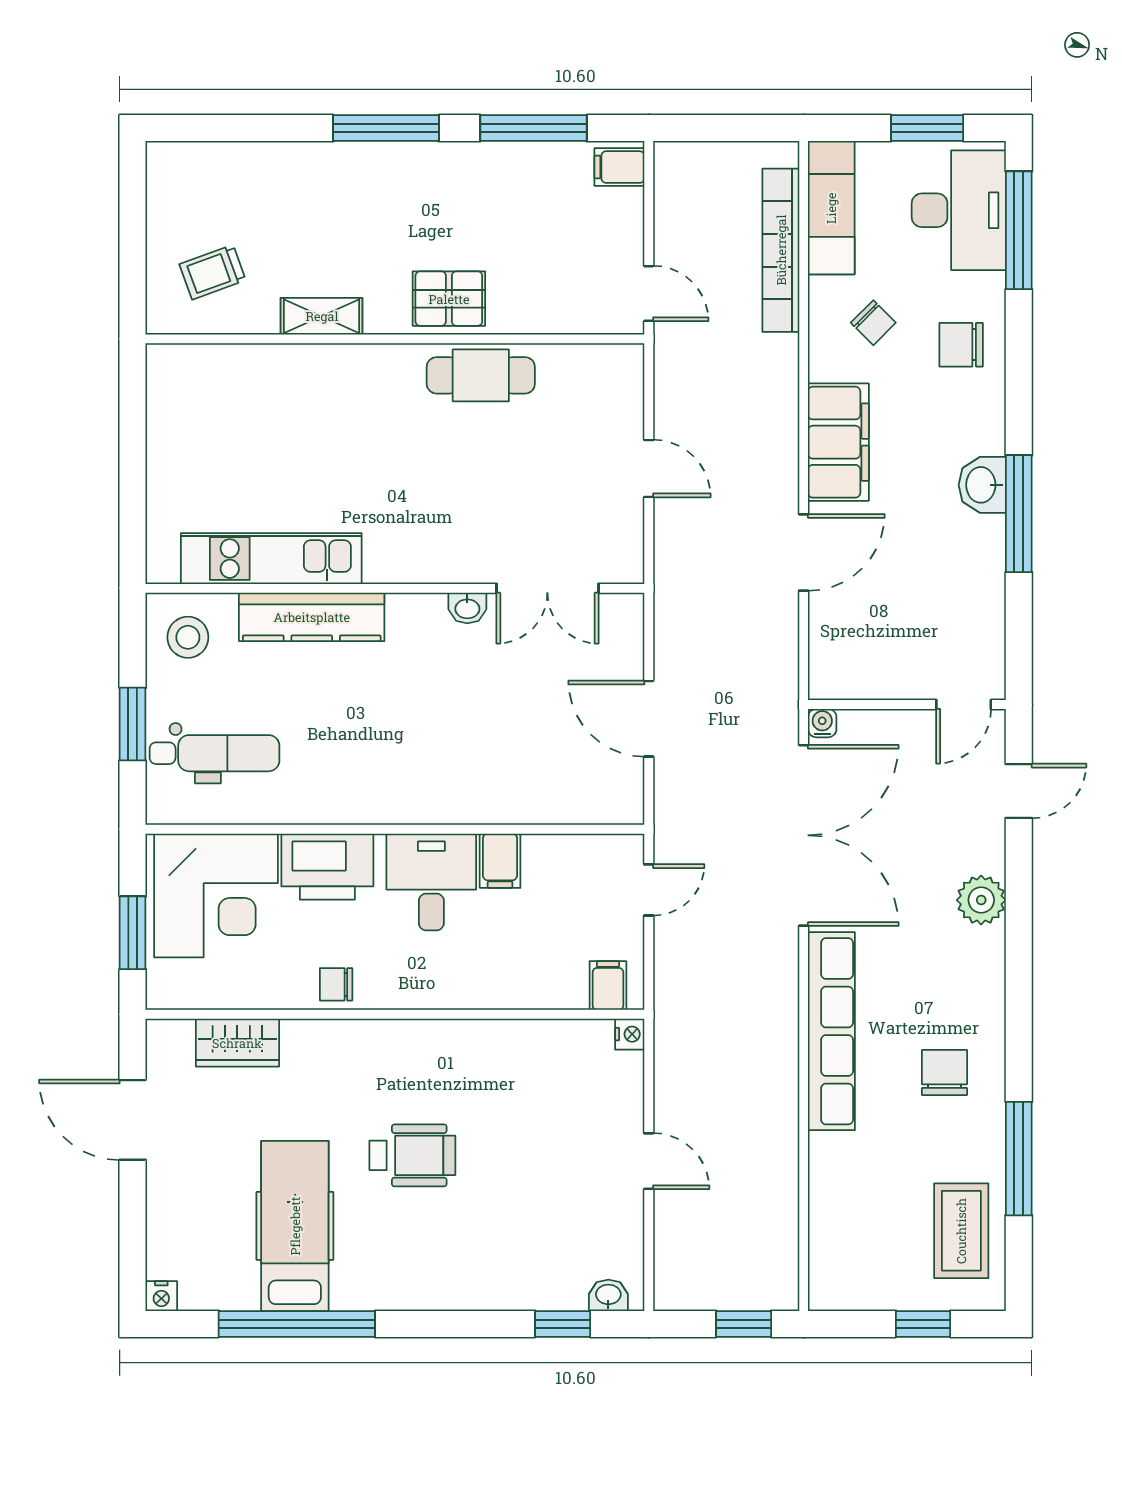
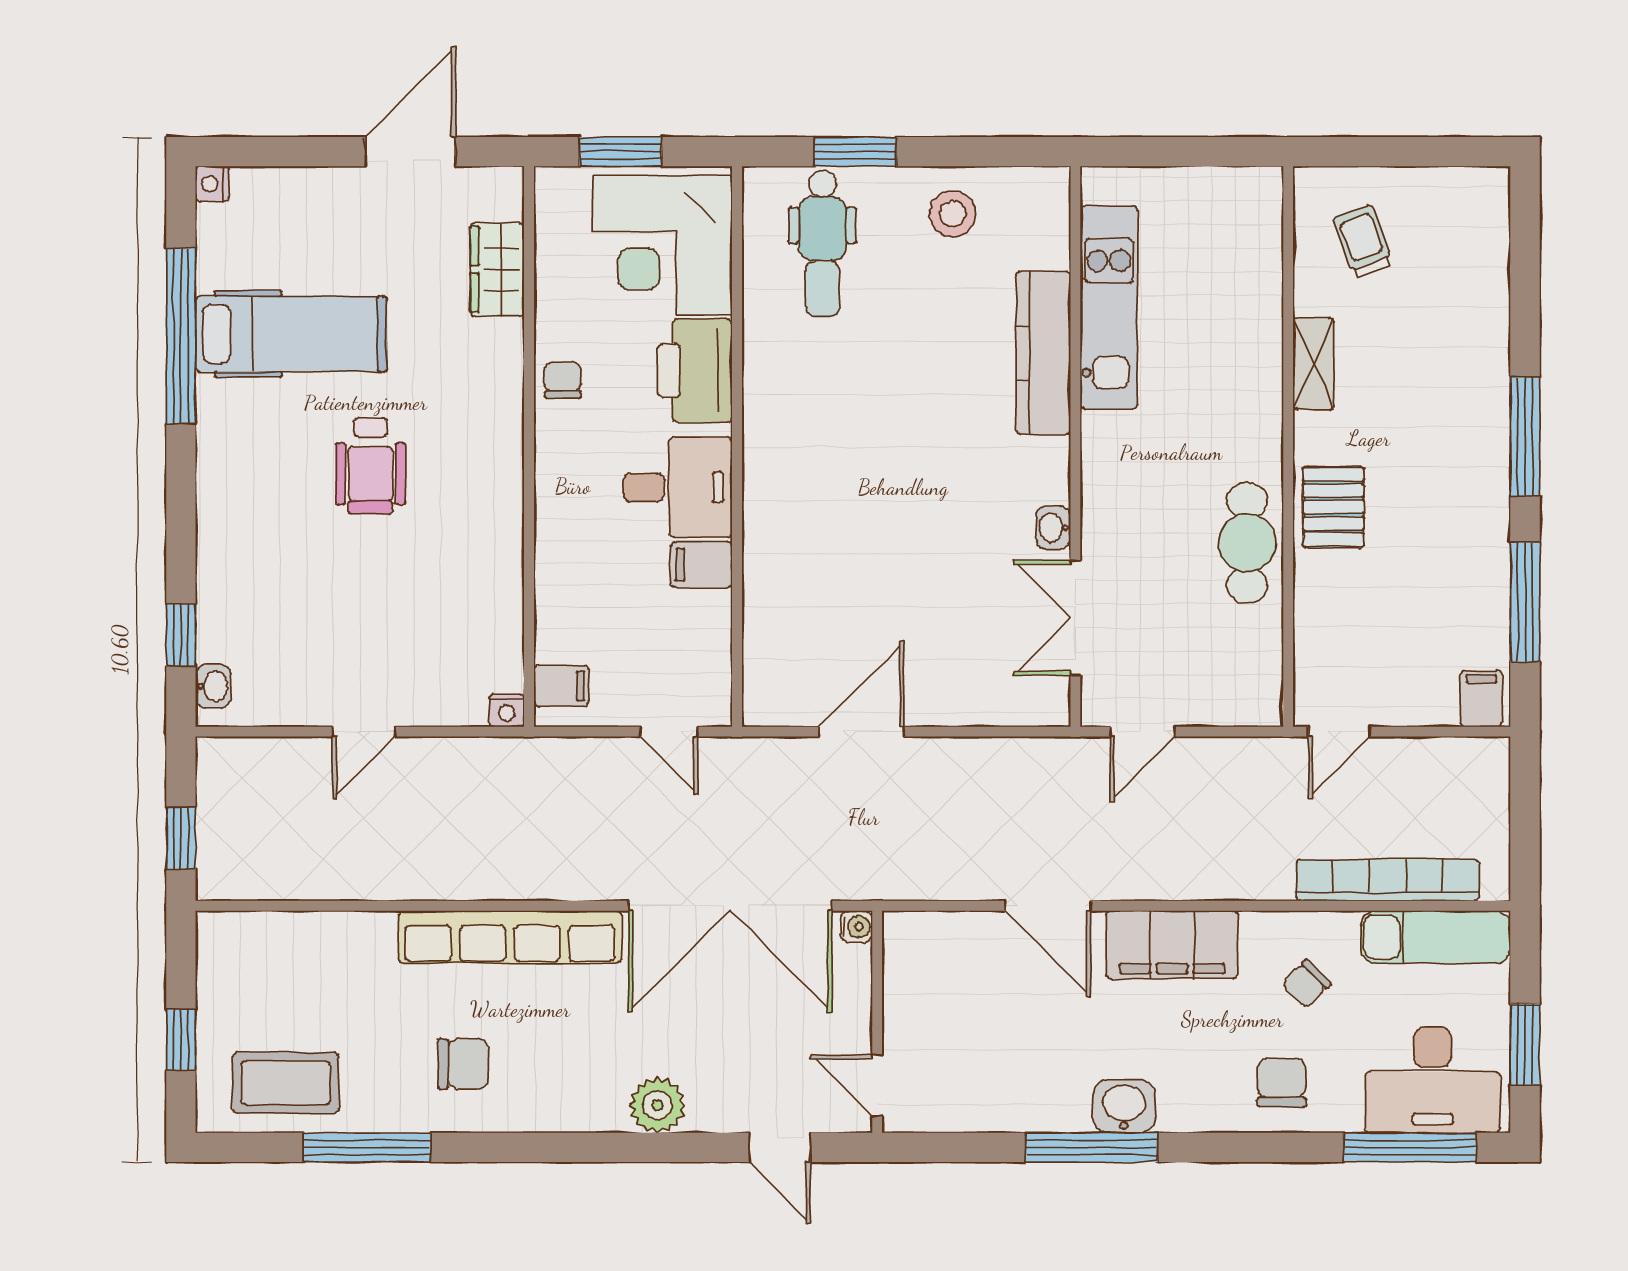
kitchen unit: (271, 559) -> (1109, 307), moved
wall: (395, 588) -> (1075, 446), moved
double door: (547, 588) -> (1075, 618), moved
washbasin: (467, 608) -> (1053, 528), moved
kitchen counter: (312, 617) -> (1043, 353), moved

